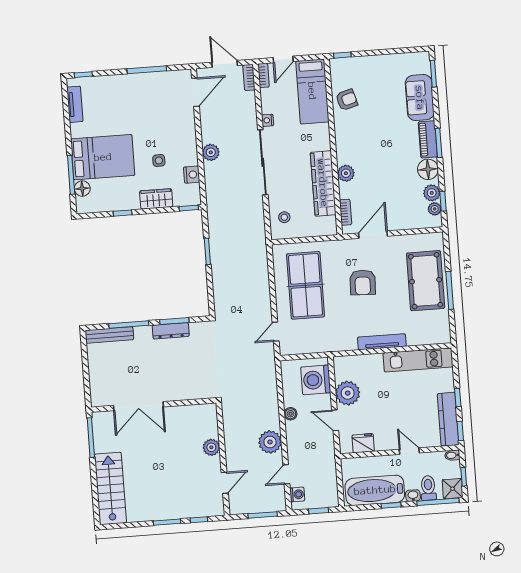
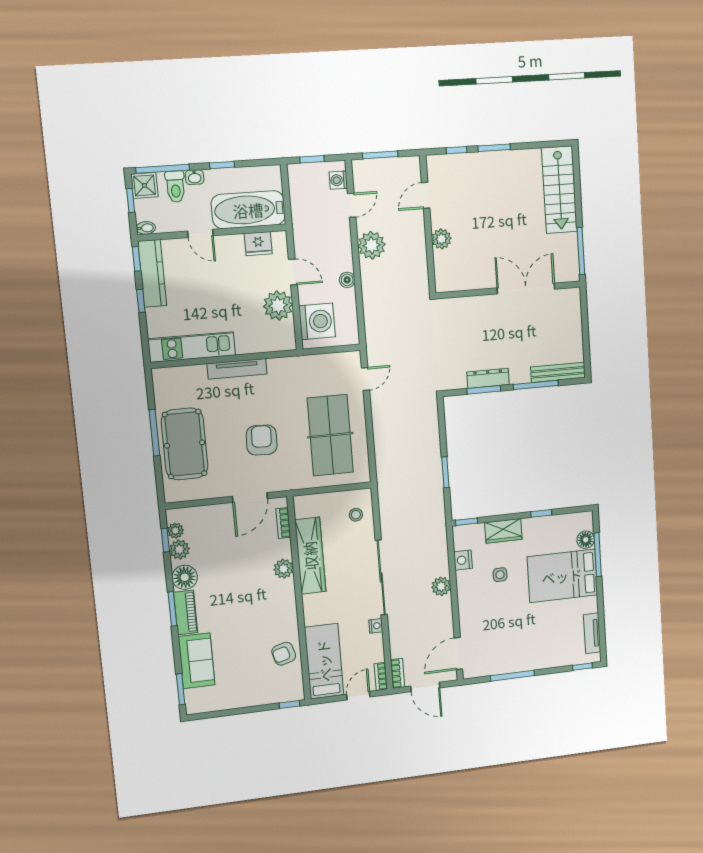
bathtub: (375, 490) -> (248, 210), moved, turned 180

